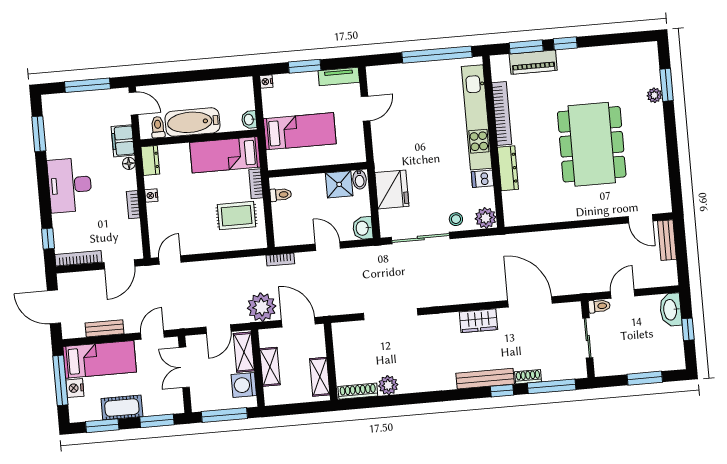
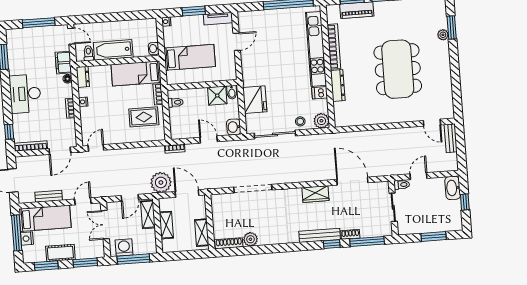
washing machine: (244, 385) -> (124, 247), moved, turned 90

